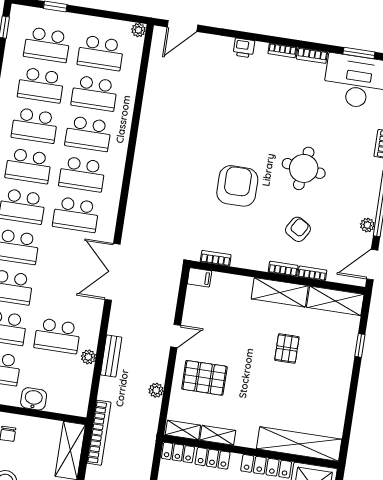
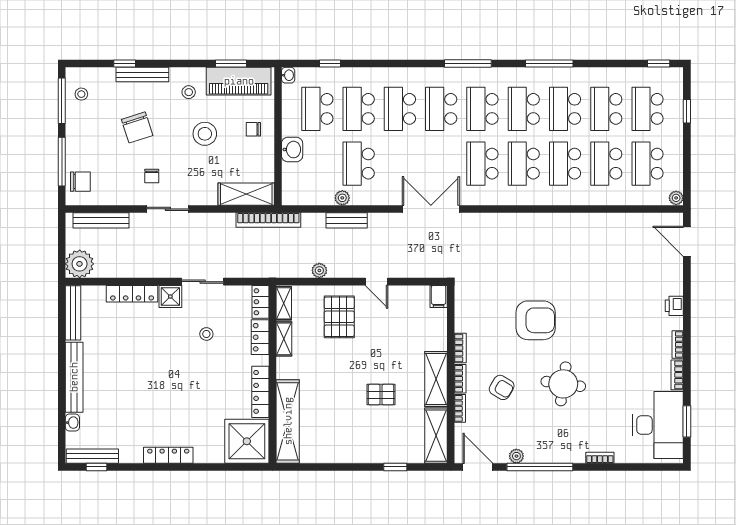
bookcase: (216, 258) -> (460, 348), moved

